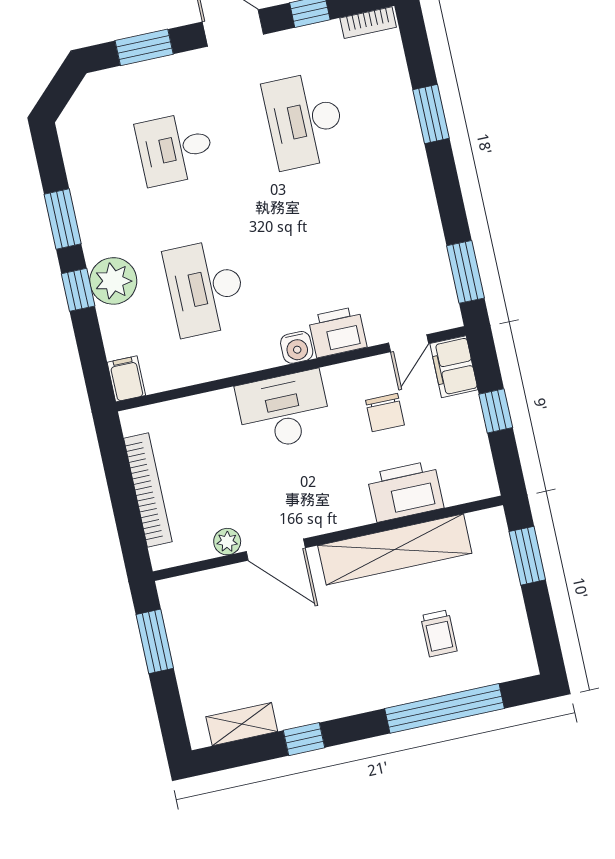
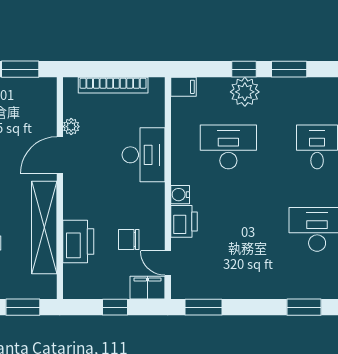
desk: (284, 410) -> (143, 155), moved

